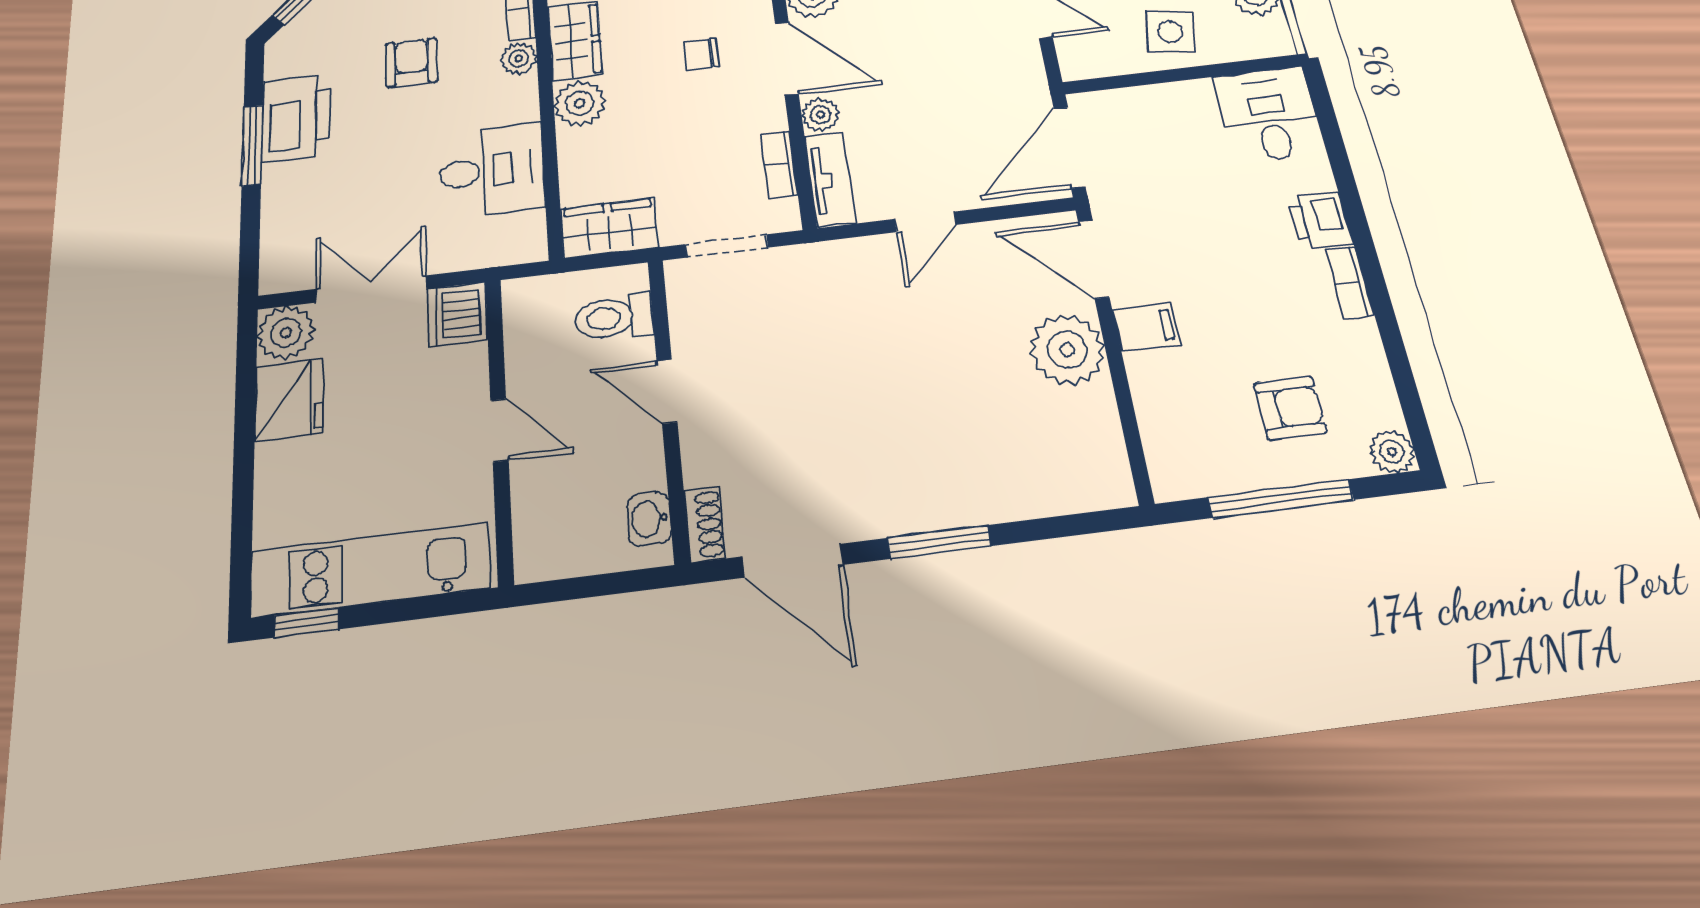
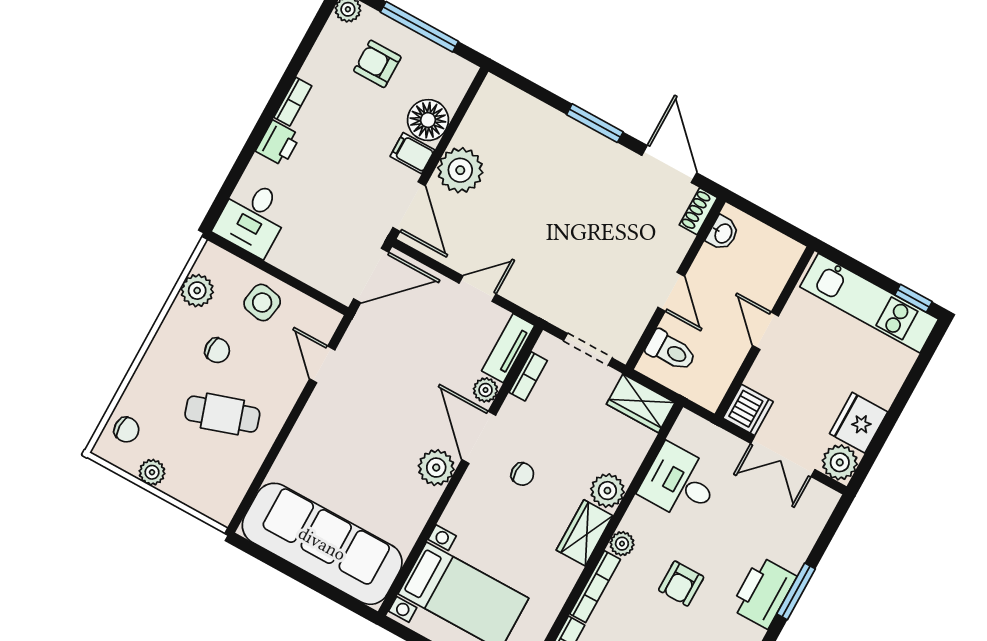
floor lamp: (1163, 383) -> (428, 120), added

